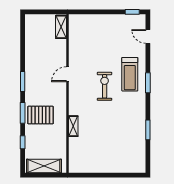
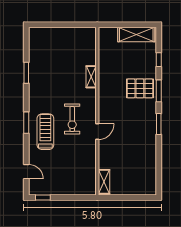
shelving: (61, 27) -> (104, 182), moved
door: (67, 74) -> (97, 132), moved
wall: (67, 94) -> (97, 111), moved
shelving: (73, 126) -> (91, 77), moved

